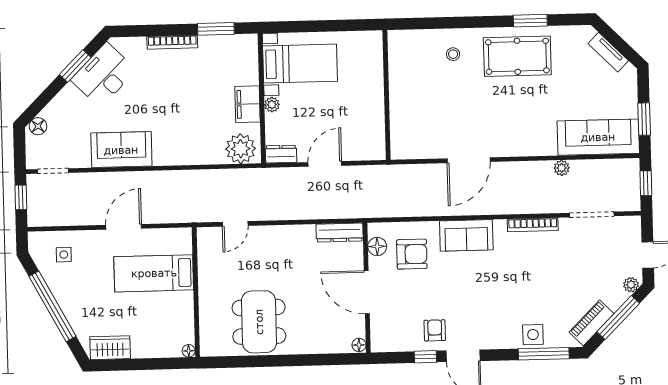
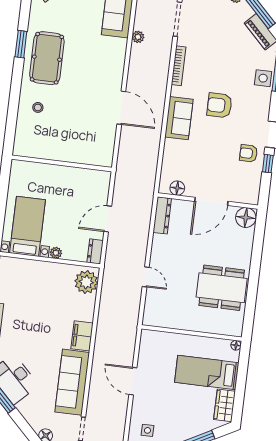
filing cabinet: (248, 104) -> (82, 336), moved, turned 90
sofa: (121, 150) -> (72, 382), width x1.36
door: (325, 164) -> (108, 219), hinge flipped
door: (235, 224) -> (146, 277), moved
armchair: (412, 254) -> (220, 105), moved, turned -90
bed: (154, 273) -> (207, 373), moved, turned 90
floor lamp: (359, 345) -> (246, 218), width x1.89, depth x1.89

